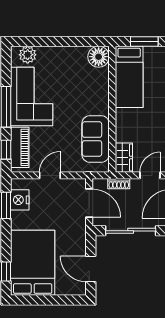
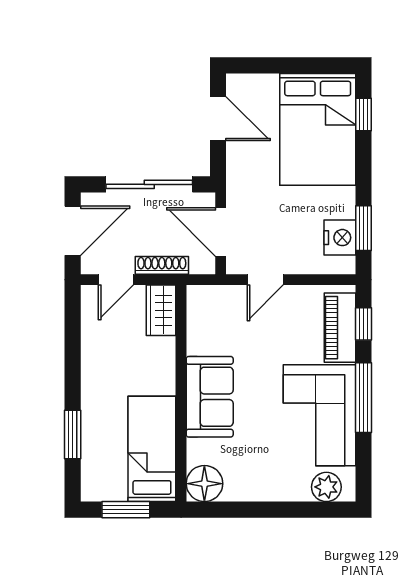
sofa: (96, 139) -> (210, 397), moved
door: (50, 175) -> (265, 280), moved
shoe rack: (119, 184) -> (162, 265), width x1.43

